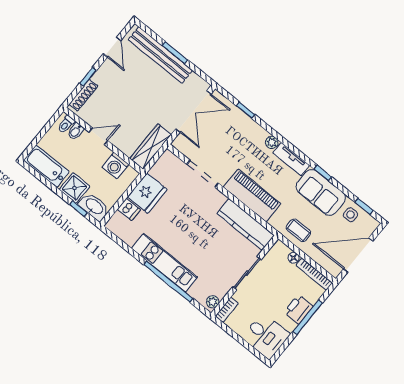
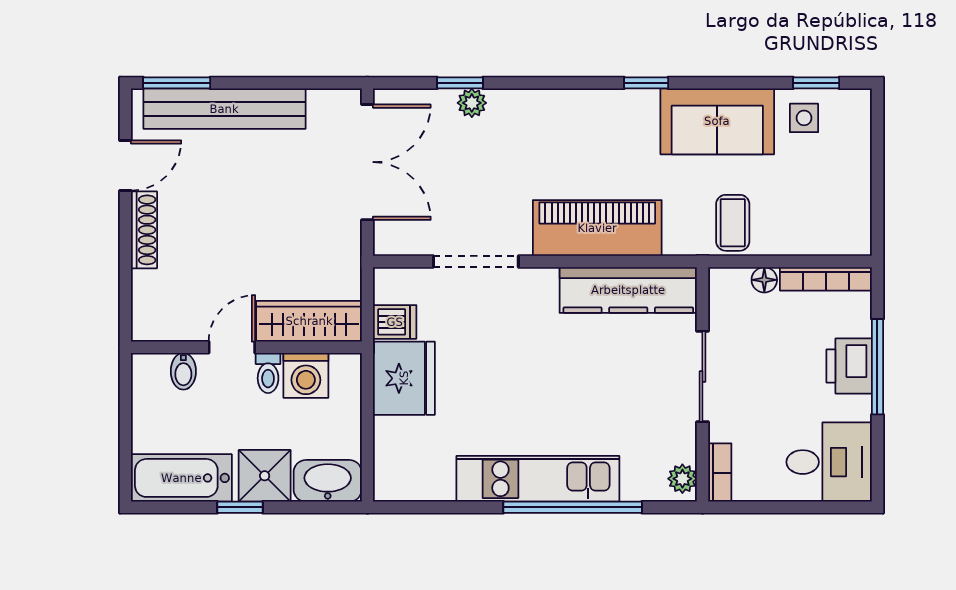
door: (112, 47) -> (125, 165), hinge flipped
window: (175, 53) -> (177, 83), moved
window: (88, 77) -> (125, 255), removed
shoe rack: (83, 95) -> (144, 230), moved
toilet: (66, 124) -> (268, 373), moved
plant: (272, 142) -> (472, 103), moved
wardrobe: (151, 147) -> (309, 321), moved, turned 90
tv unit: (291, 159) -> (615, 105), removed
window: (323, 173) -> (646, 83), moved
window: (79, 209) -> (240, 507), moved
dishwasher: (129, 209) -> (395, 322), moved
coffee table: (298, 230) -> (733, 223), turned 90
door: (358, 255) -> (877, 180), removed

